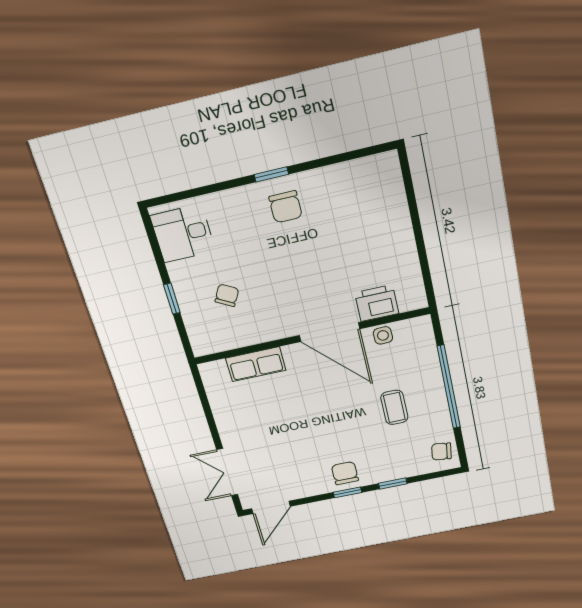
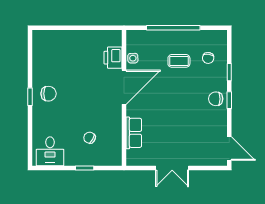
chair: (441, 451) -> (208, 58), moved
double door: (227, 472) -> (172, 168), moved

